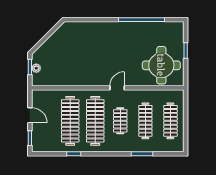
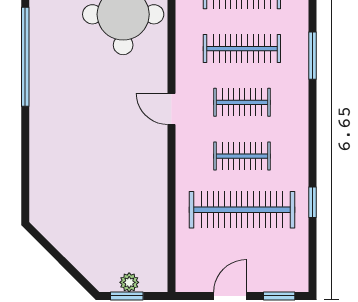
clothes rail: (95, 121) -> (242, 156), width x0.54, depth x0.76

